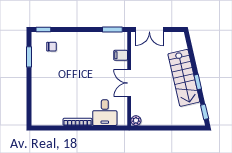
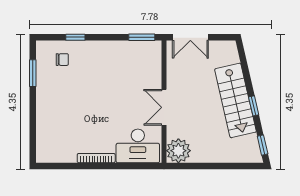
window: (43, 30) -> (75, 37), moved
filing cabinet: (121, 55) -> (153, 71), removed
desk: (105, 113) -> (138, 146), width x1.37
plant: (136, 121) -> (178, 151), width x1.87, depth x1.87

